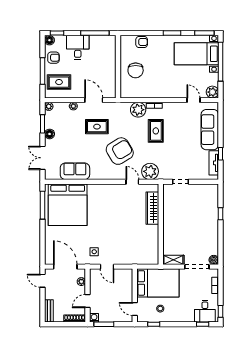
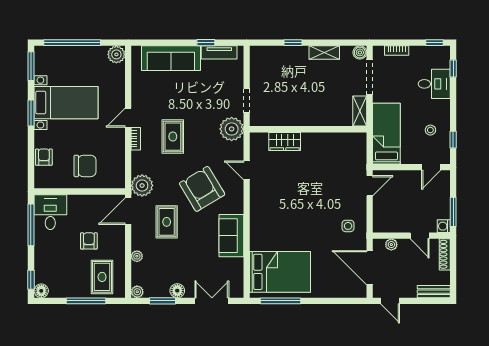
desk: (78, 47) -> (50, 212), moved, turned 90
bed with nightstands: (196, 54) -> (66, 103), moved, turned -90
armchair: (53, 58) -> (89, 241), moved
door: (94, 100) -> (128, 211), moved
door: (194, 100) -> (128, 118), moved
plant: (138, 110) -> (142, 186), moved
rug: (156, 131) -> (173, 137), turned 90
double door: (43, 158) -> (212, 301), swing flipped
sofa: (75, 171) -> (231, 236), moved
plant: (150, 171) -> (232, 129), moved
door: (132, 182) -> (247, 170), hinge flipped
bed: (68, 205) -> (280, 272), width x0.73
wardrobe: (152, 208) -> (285, 141), width x0.67
shelving: (214, 235) -> (324, 53), added
door: (65, 267) -> (370, 268), hinge flipped
door: (107, 267) -> (370, 186), moved
door: (43, 281) -> (390, 301), hinge flipped
bed: (158, 283) -> (386, 134), width x0.67
desk: (205, 311) -> (434, 84), moved

